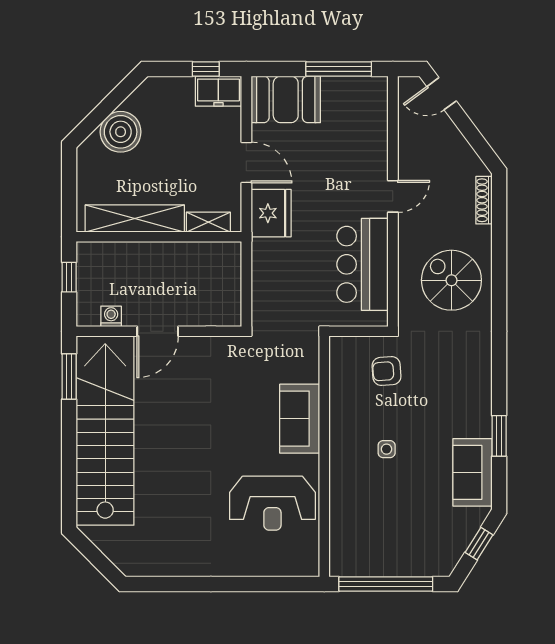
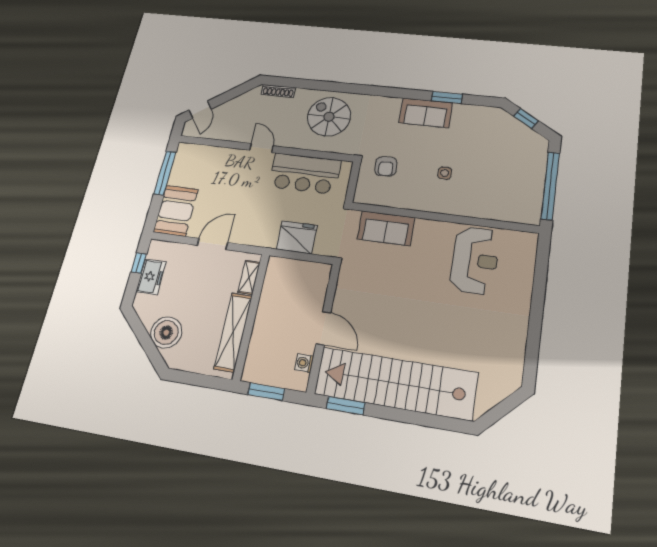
freezer: (218, 91) -> (151, 277), moved
fridge: (271, 213) -> (297, 237), moved
window: (69, 277) -> (266, 392), width x1.50
spiral stairs: (451, 280) -> (329, 117), turned 90
sofa: (300, 419) -> (386, 228), moved
sofa: (472, 472) -> (426, 113), moved

